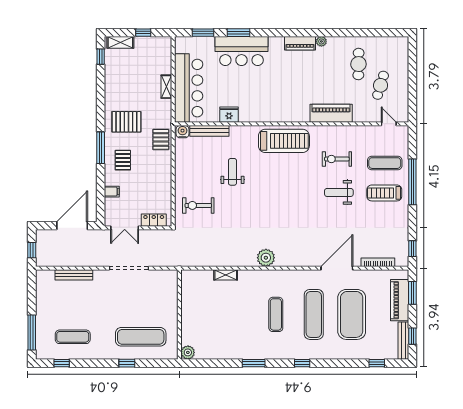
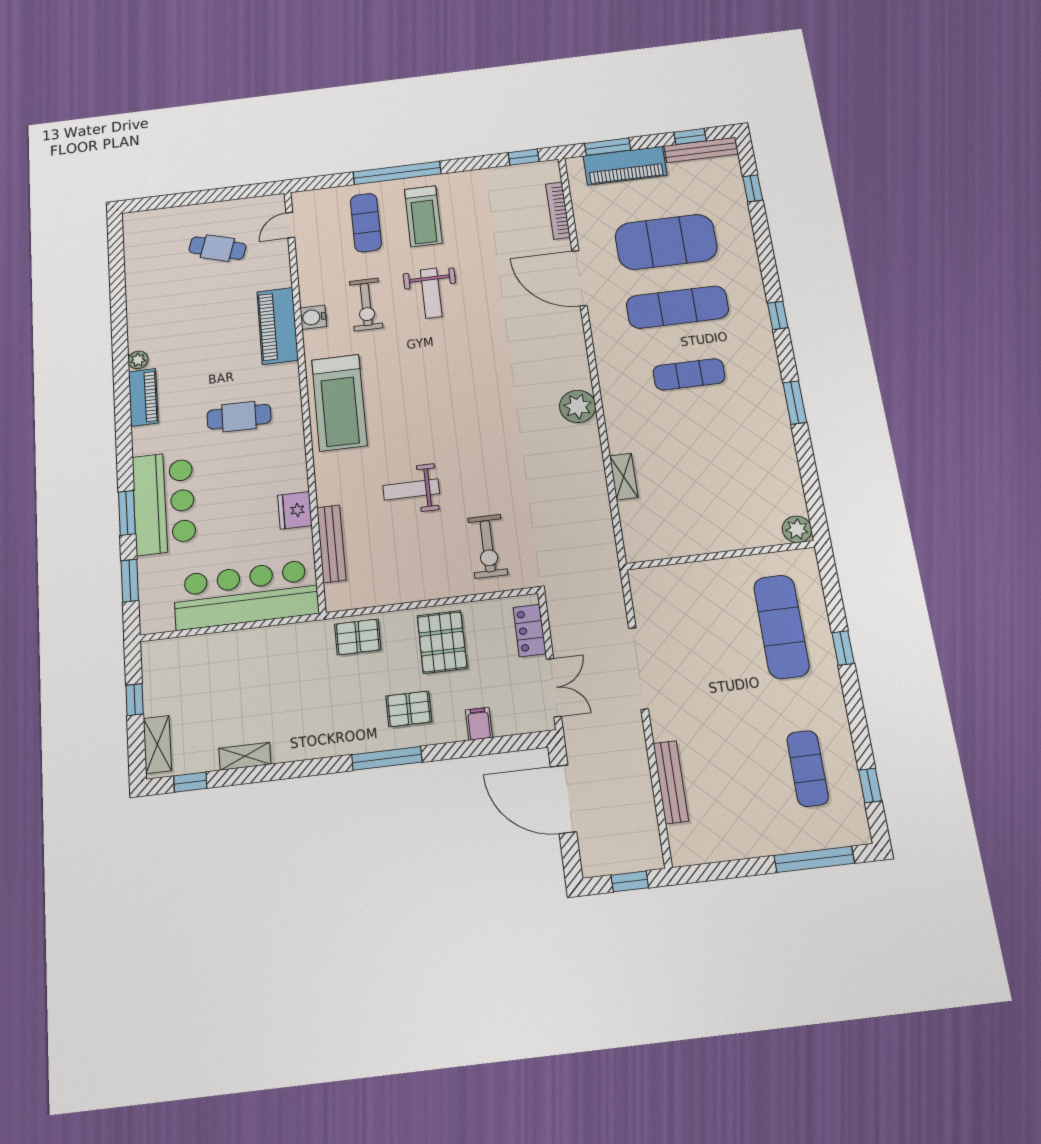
cafe table: (358, 64) -> (239, 417), moved
shelving: (166, 87) -> (245, 756), moved
pallet: (126, 122) -> (442, 642), moved
water cooler: (182, 132) -> (313, 317), moved
treadmill: (284, 141) -> (339, 402), turned 180

